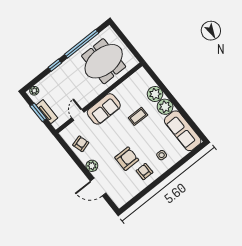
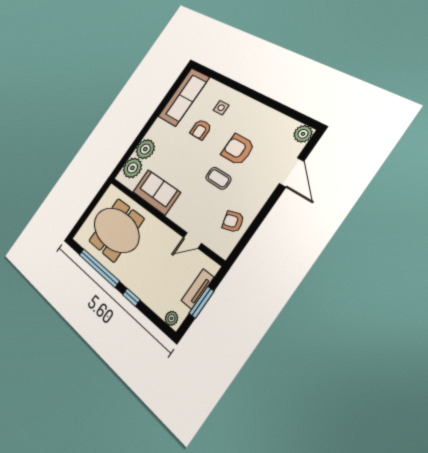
plant: (165, 107) -> (132, 168), moved
sofa: (104, 109) -> (156, 192), moved
coffee table: (138, 116) -> (218, 178), moved
plant: (92, 166) -> (303, 134), moved
armchair: (144, 172) -> (201, 130), moved

